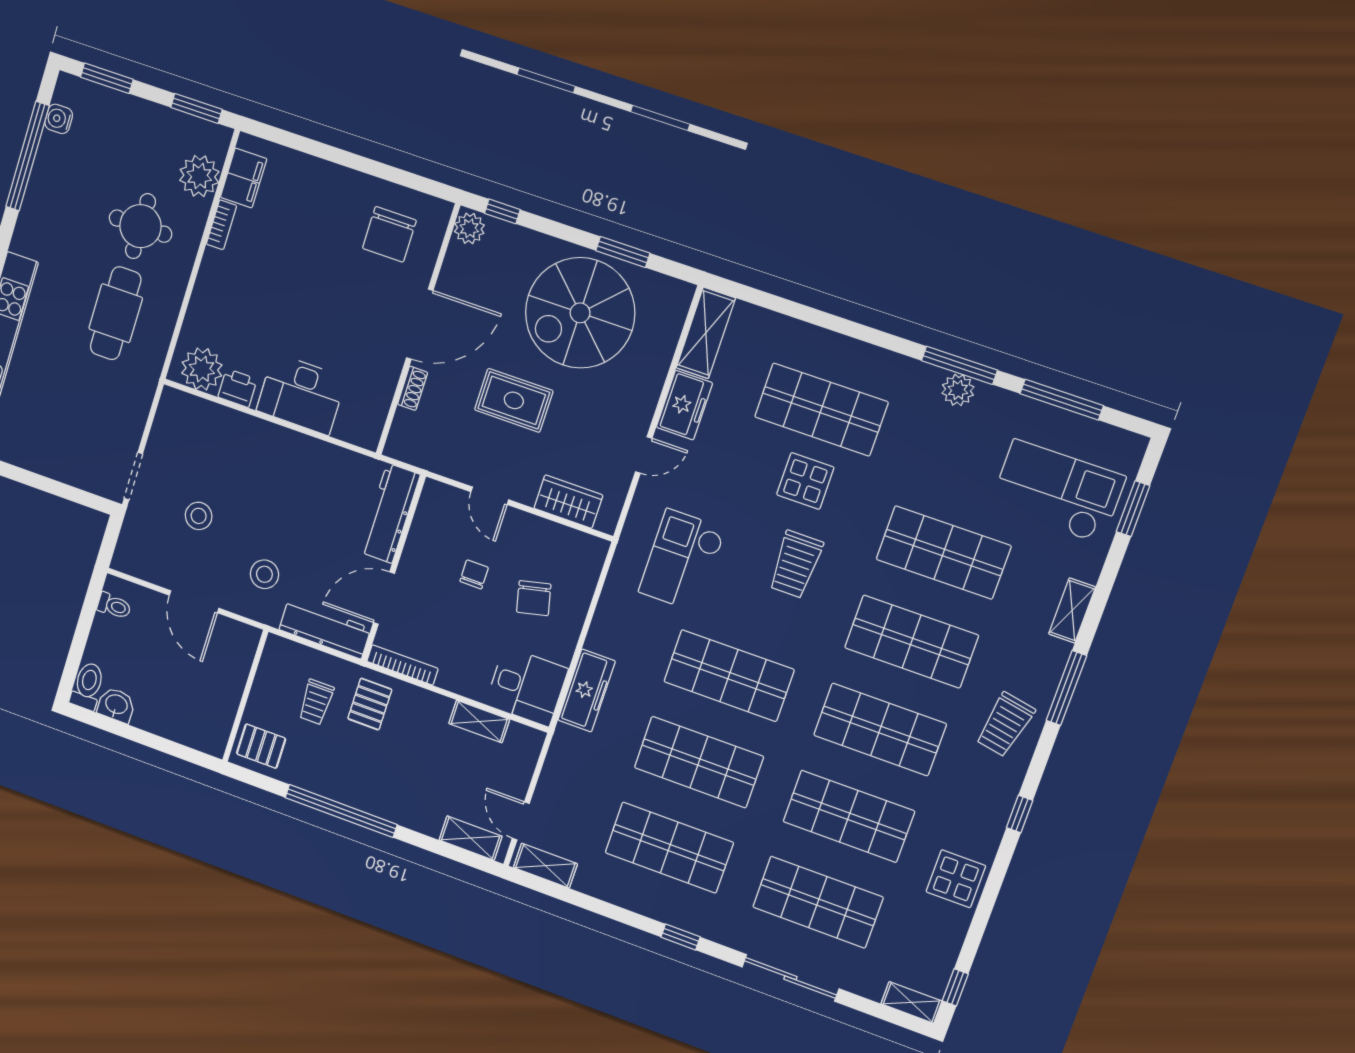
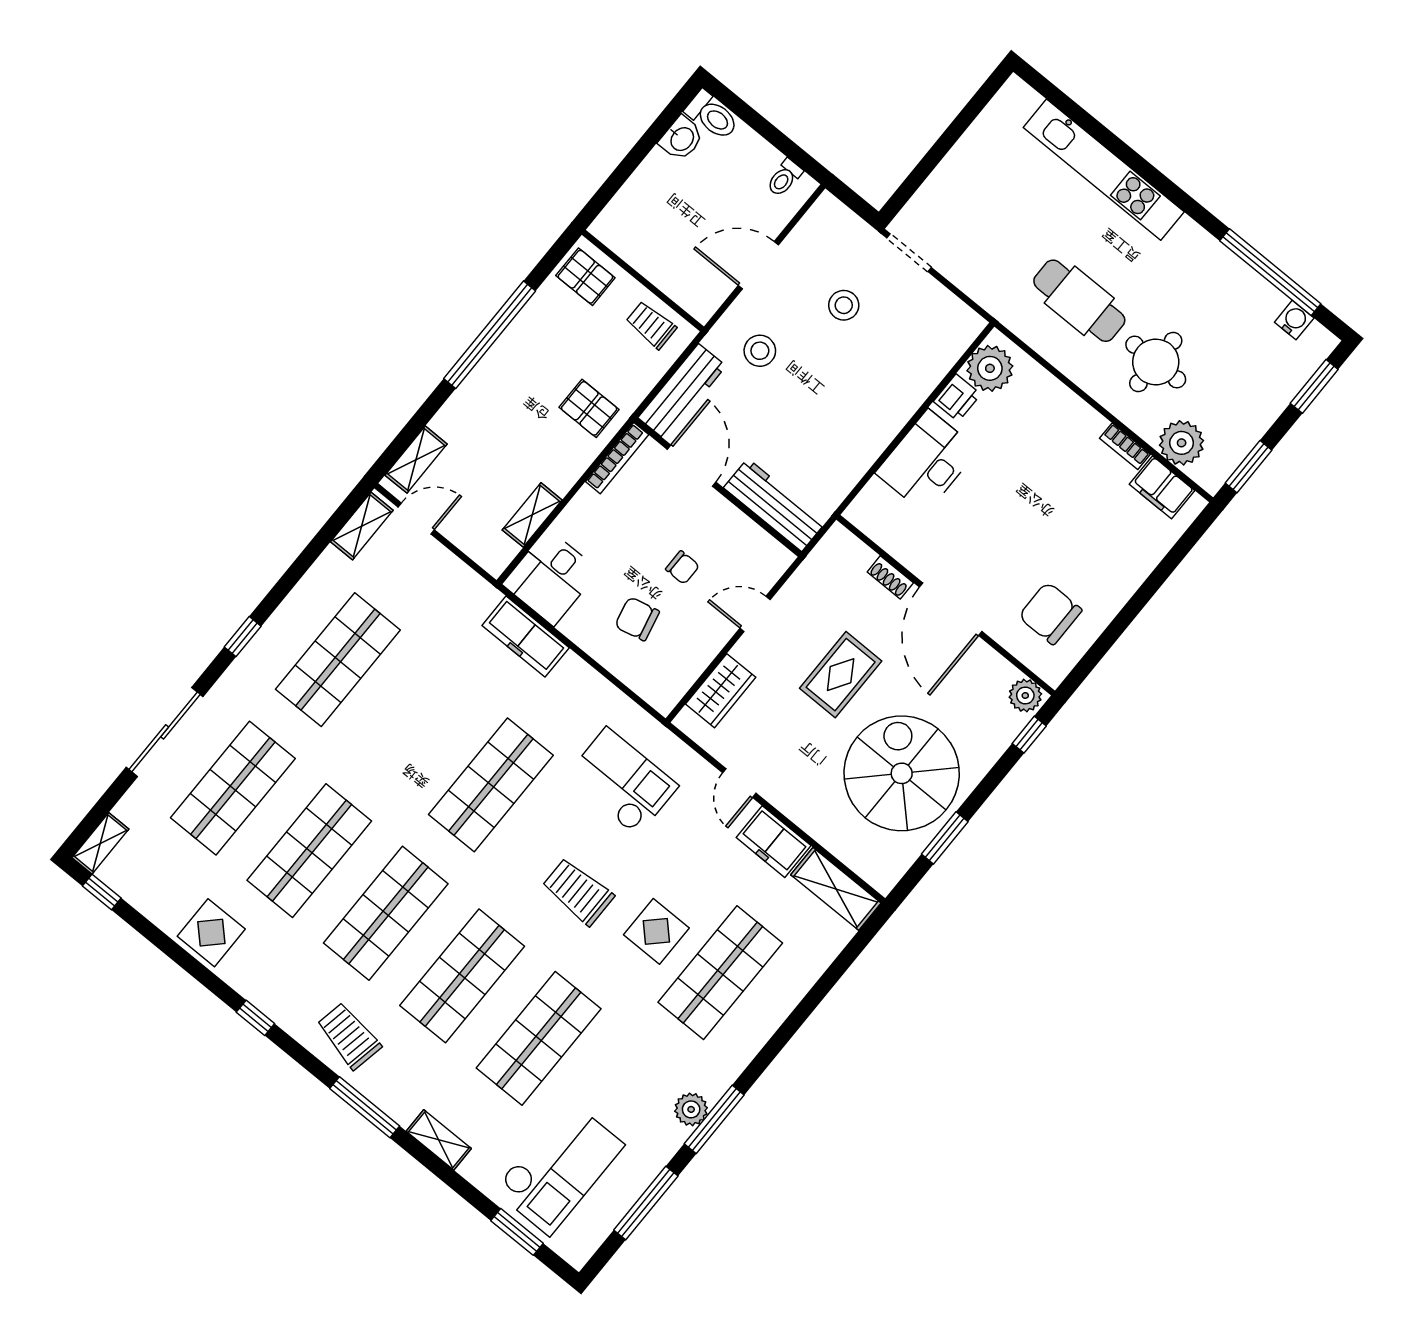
trolley: (316, 702) -> (651, 325), moved
pallet: (261, 746) -> (585, 277), turned 90
shop shelf: (699, 762) -> (414, 722), removed

